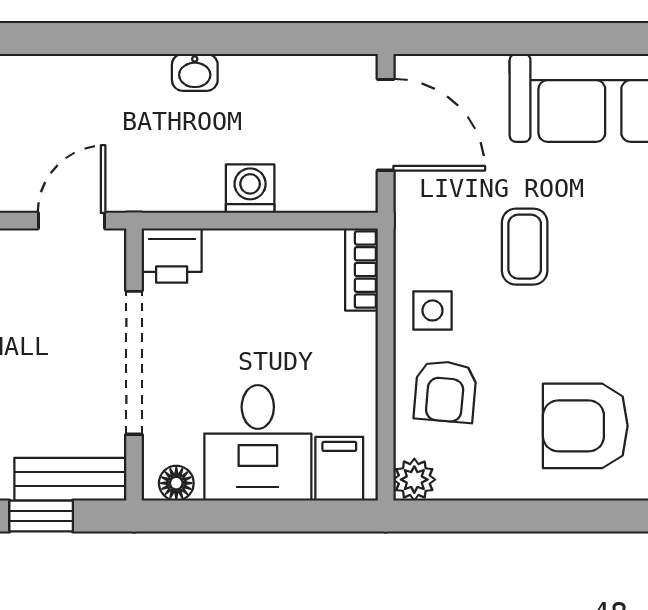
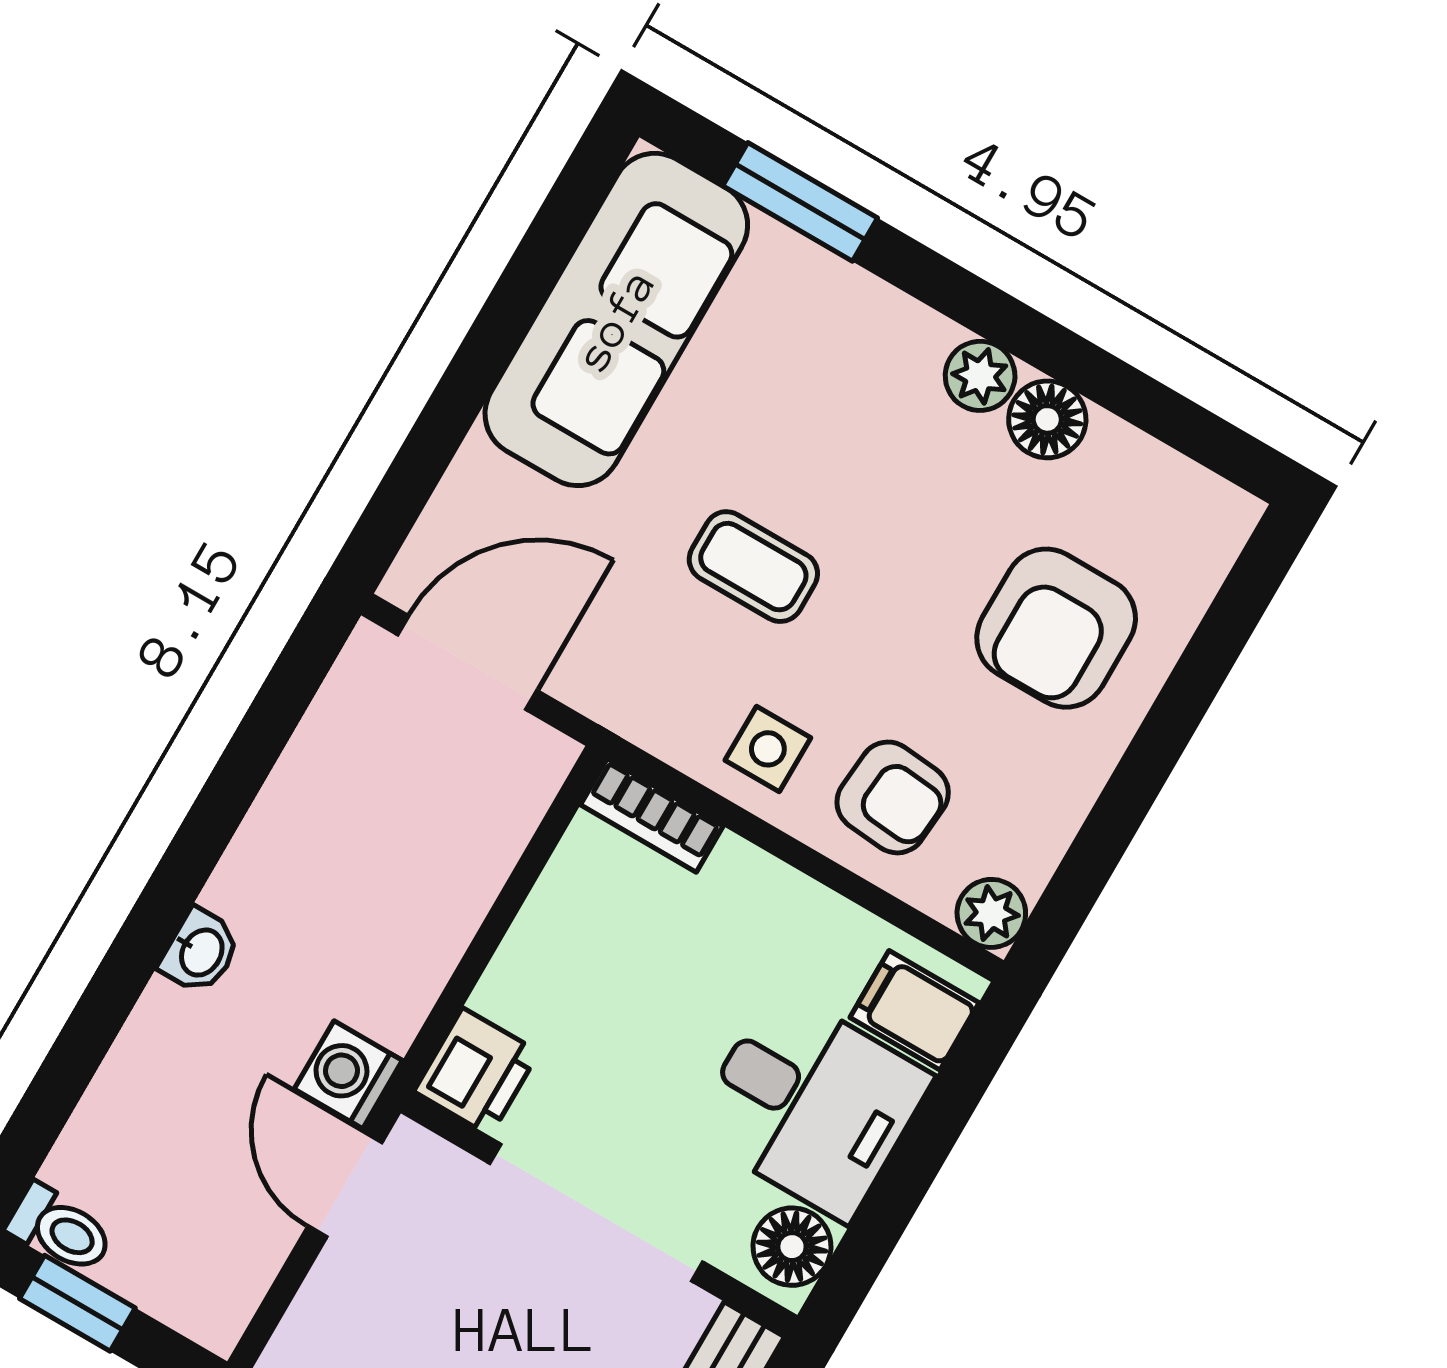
washbasin: (195, 72) -> (200, 952), moved
washing machine: (250, 189) -> (348, 1075), moved
floor lamp: (176, 483) -> (792, 1247), width x1.37, depth x1.37

